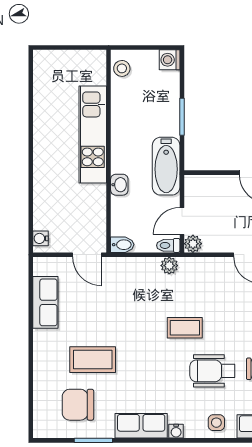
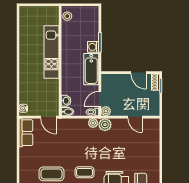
washing machine: (170, 60) -> (93, 47), moved
washbasin: (119, 185) -> (66, 101), moved
plant: (191, 269) -> (105, 125), added
row of seats: (45, 302) -> (26, 133), moved
coffee table: (185, 328) -> (85, 172), moved

